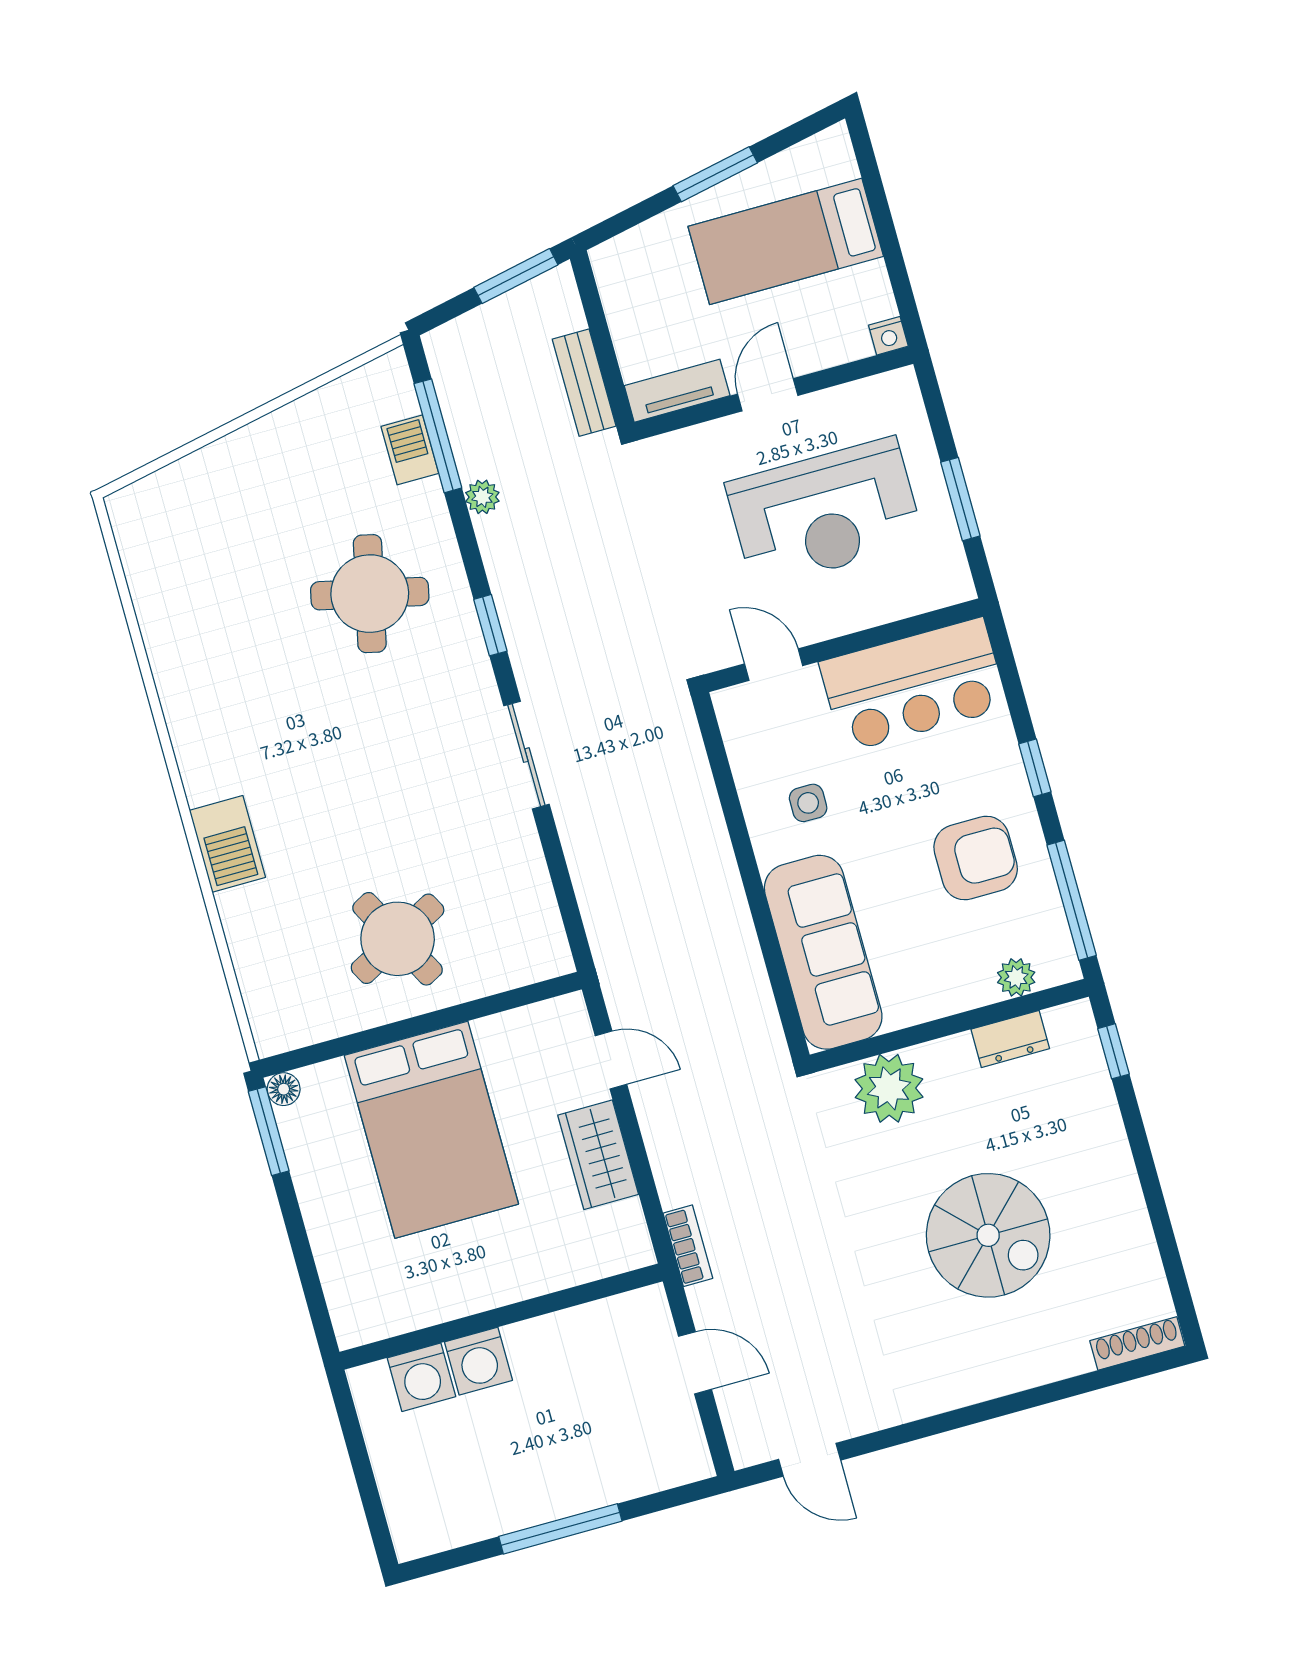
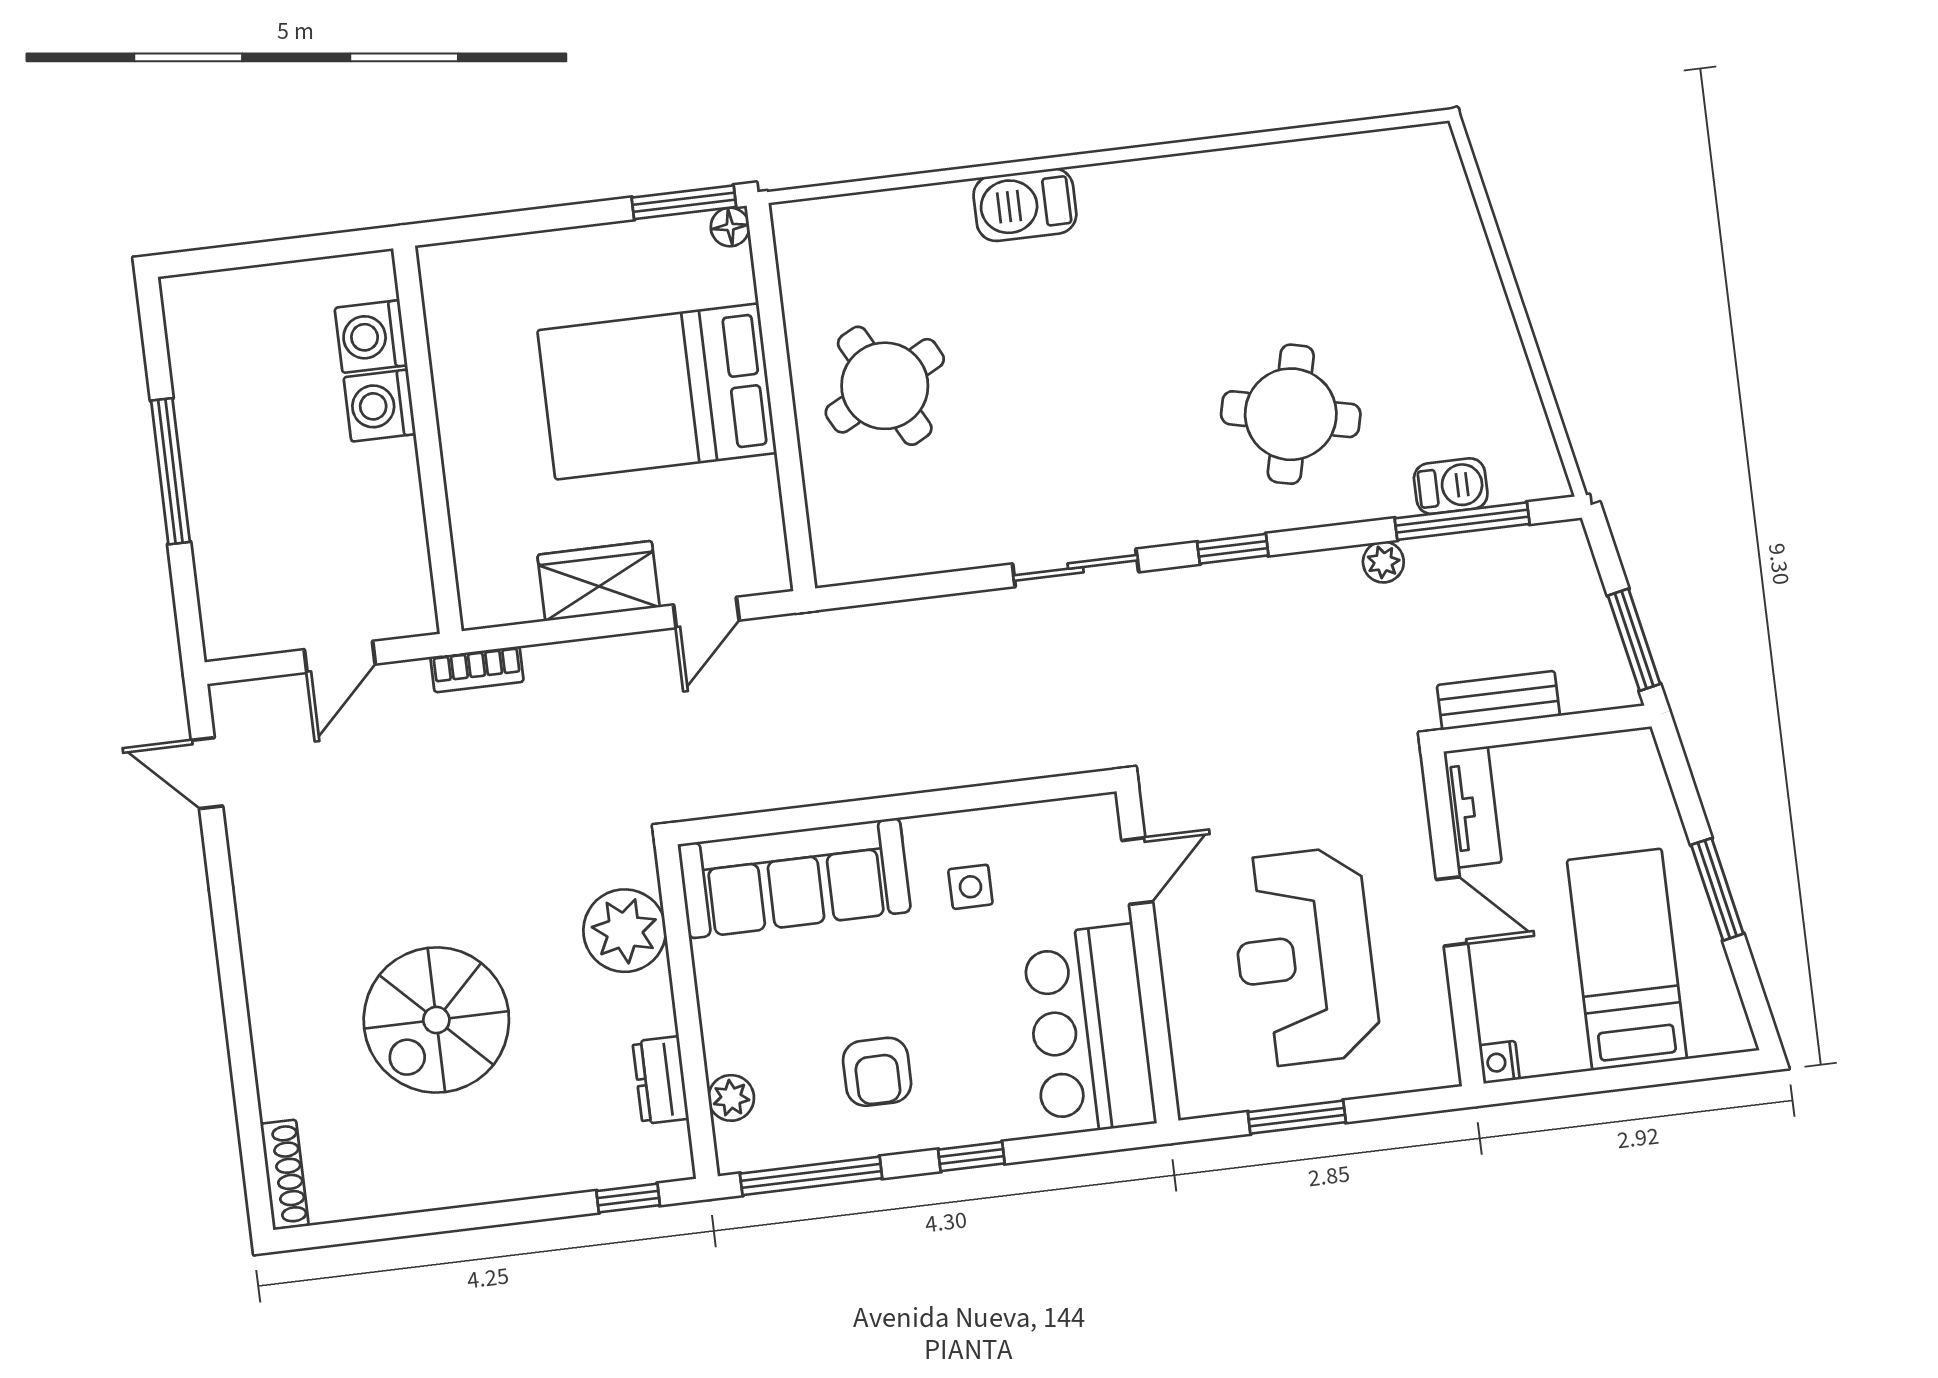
armchair: (976, 858) -> (877, 1072), width x0.72, depth x0.72
door: (810, 1460) -> (207, 773), hinge flipped

